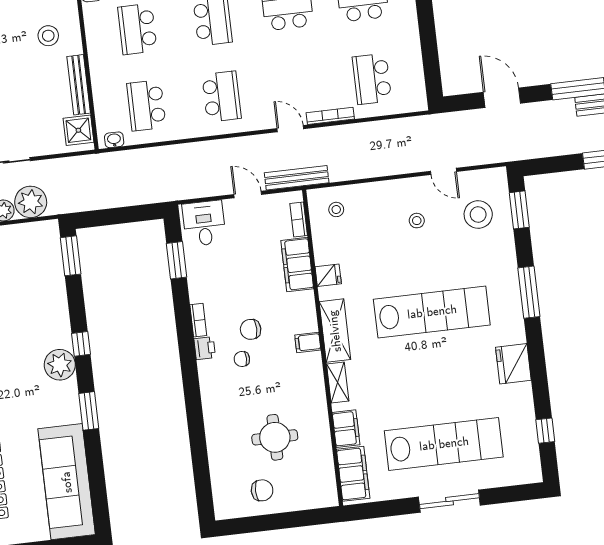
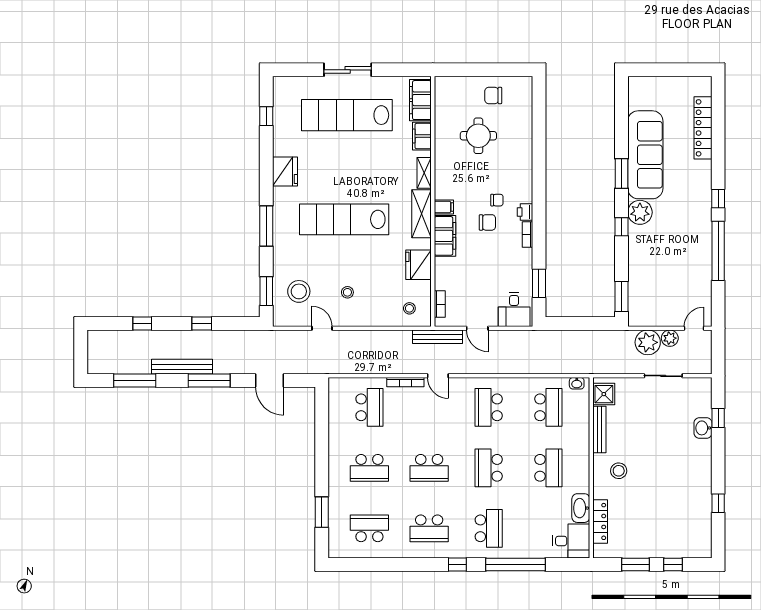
filing cabinet: (297, 265) -> (445, 236), moved
fridge: (328, 275) -> (419, 265), width x1.88, depth x1.34
sofa: (67, 482) -> (645, 155), moved

